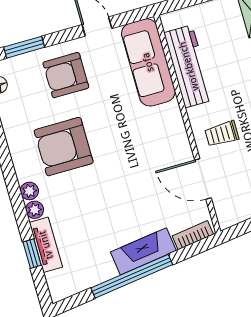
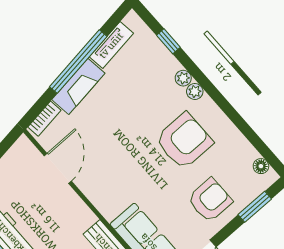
trolley: (222, 134) -> (60, 213), removed
door: (203, 179) -> (58, 168), hinge flipped
tv unit: (46, 245) -> (111, 45), moved, turned -98

